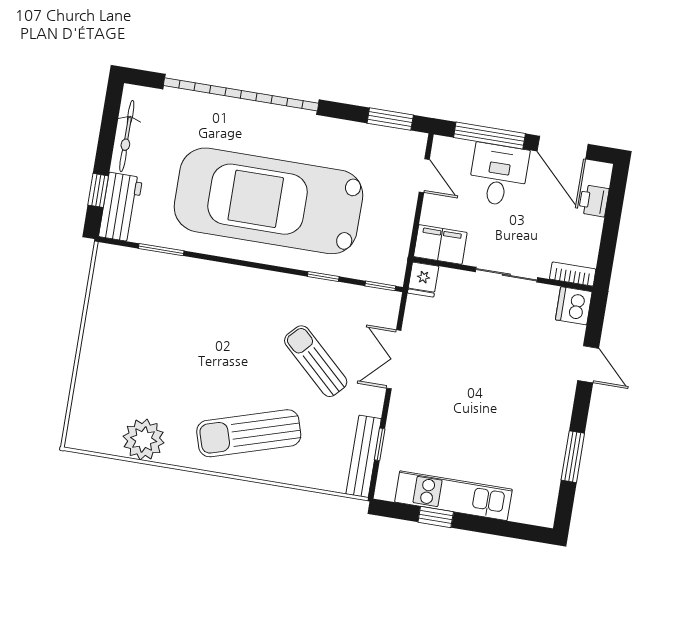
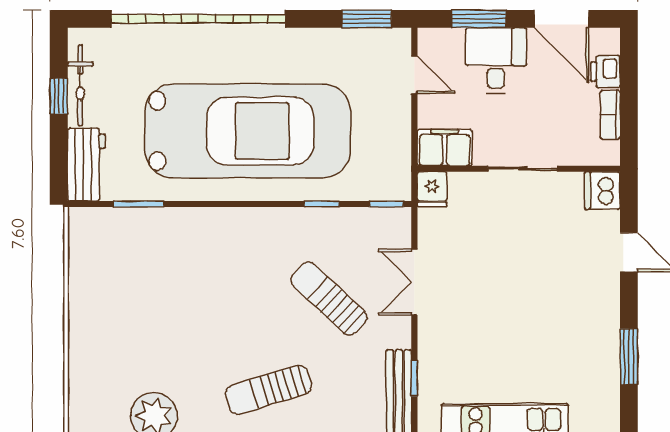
window: (489, 136) -> (479, 19), width x0.69
window: (98, 190) -> (59, 96), moved
car: (268, 201) -> (248, 131), turned 180
bookcase: (573, 274) -> (610, 115), moved, turned -90
sun lounger: (249, 433) -> (268, 390), width x0.73, depth x0.75

